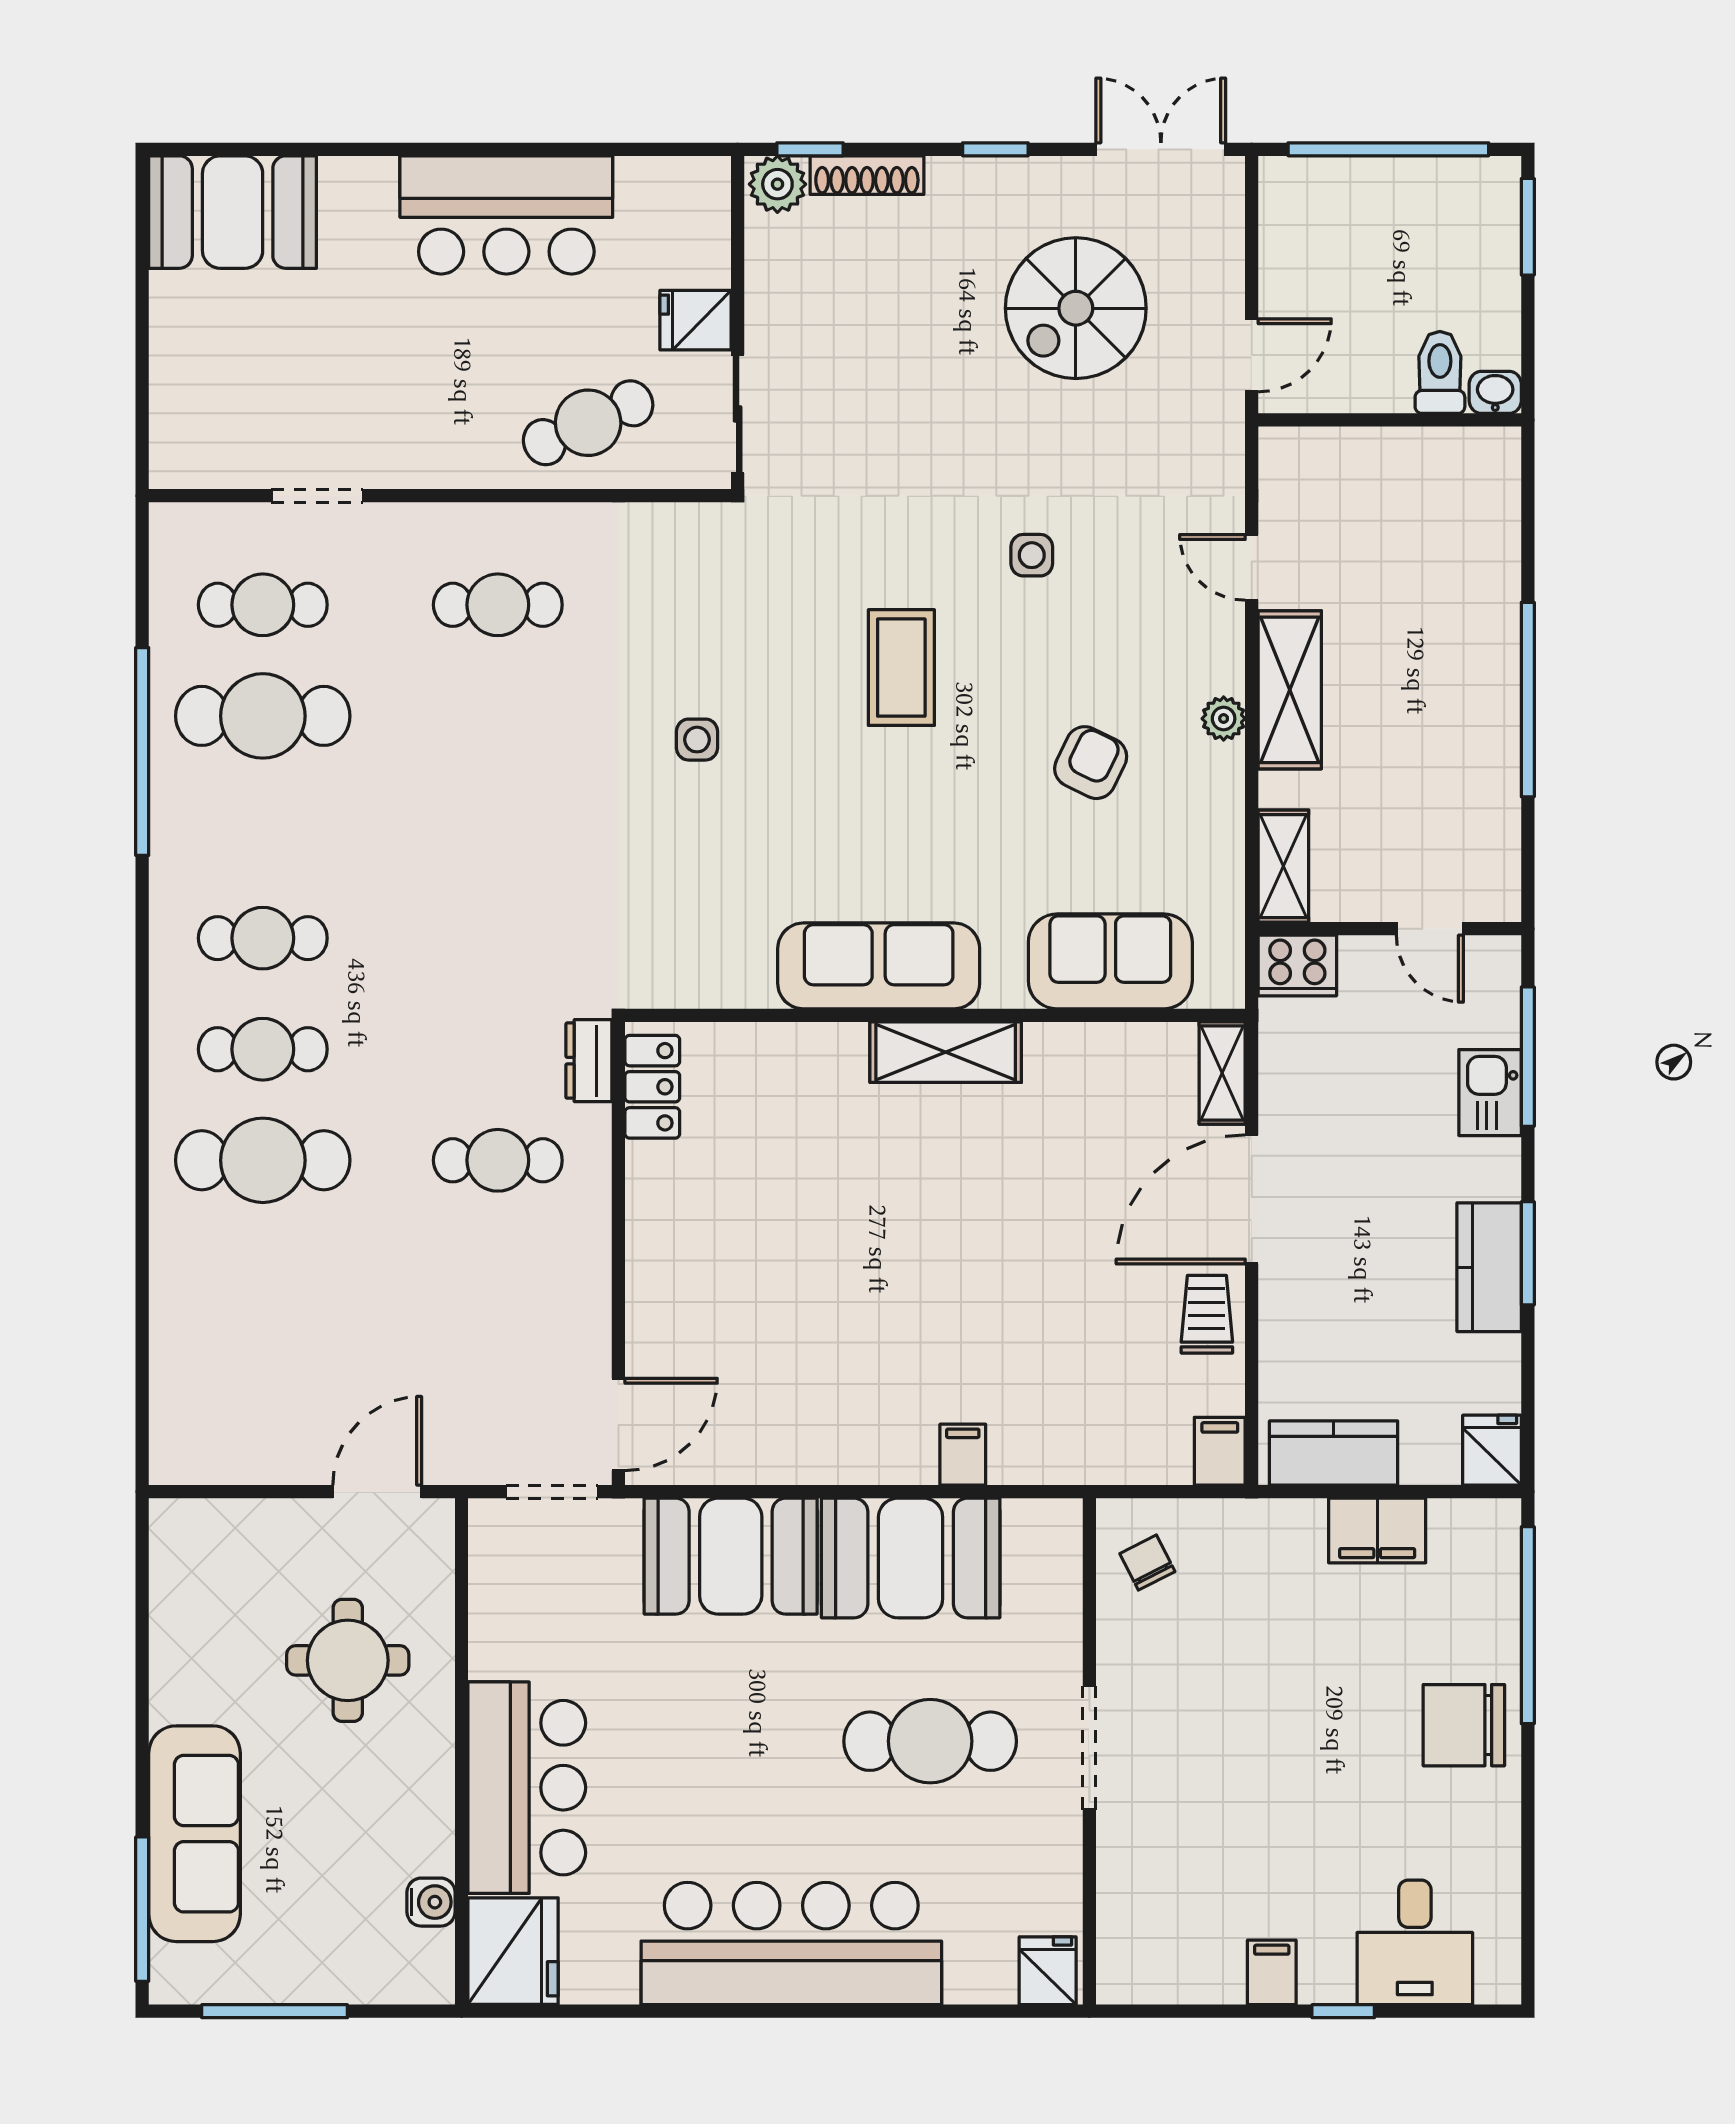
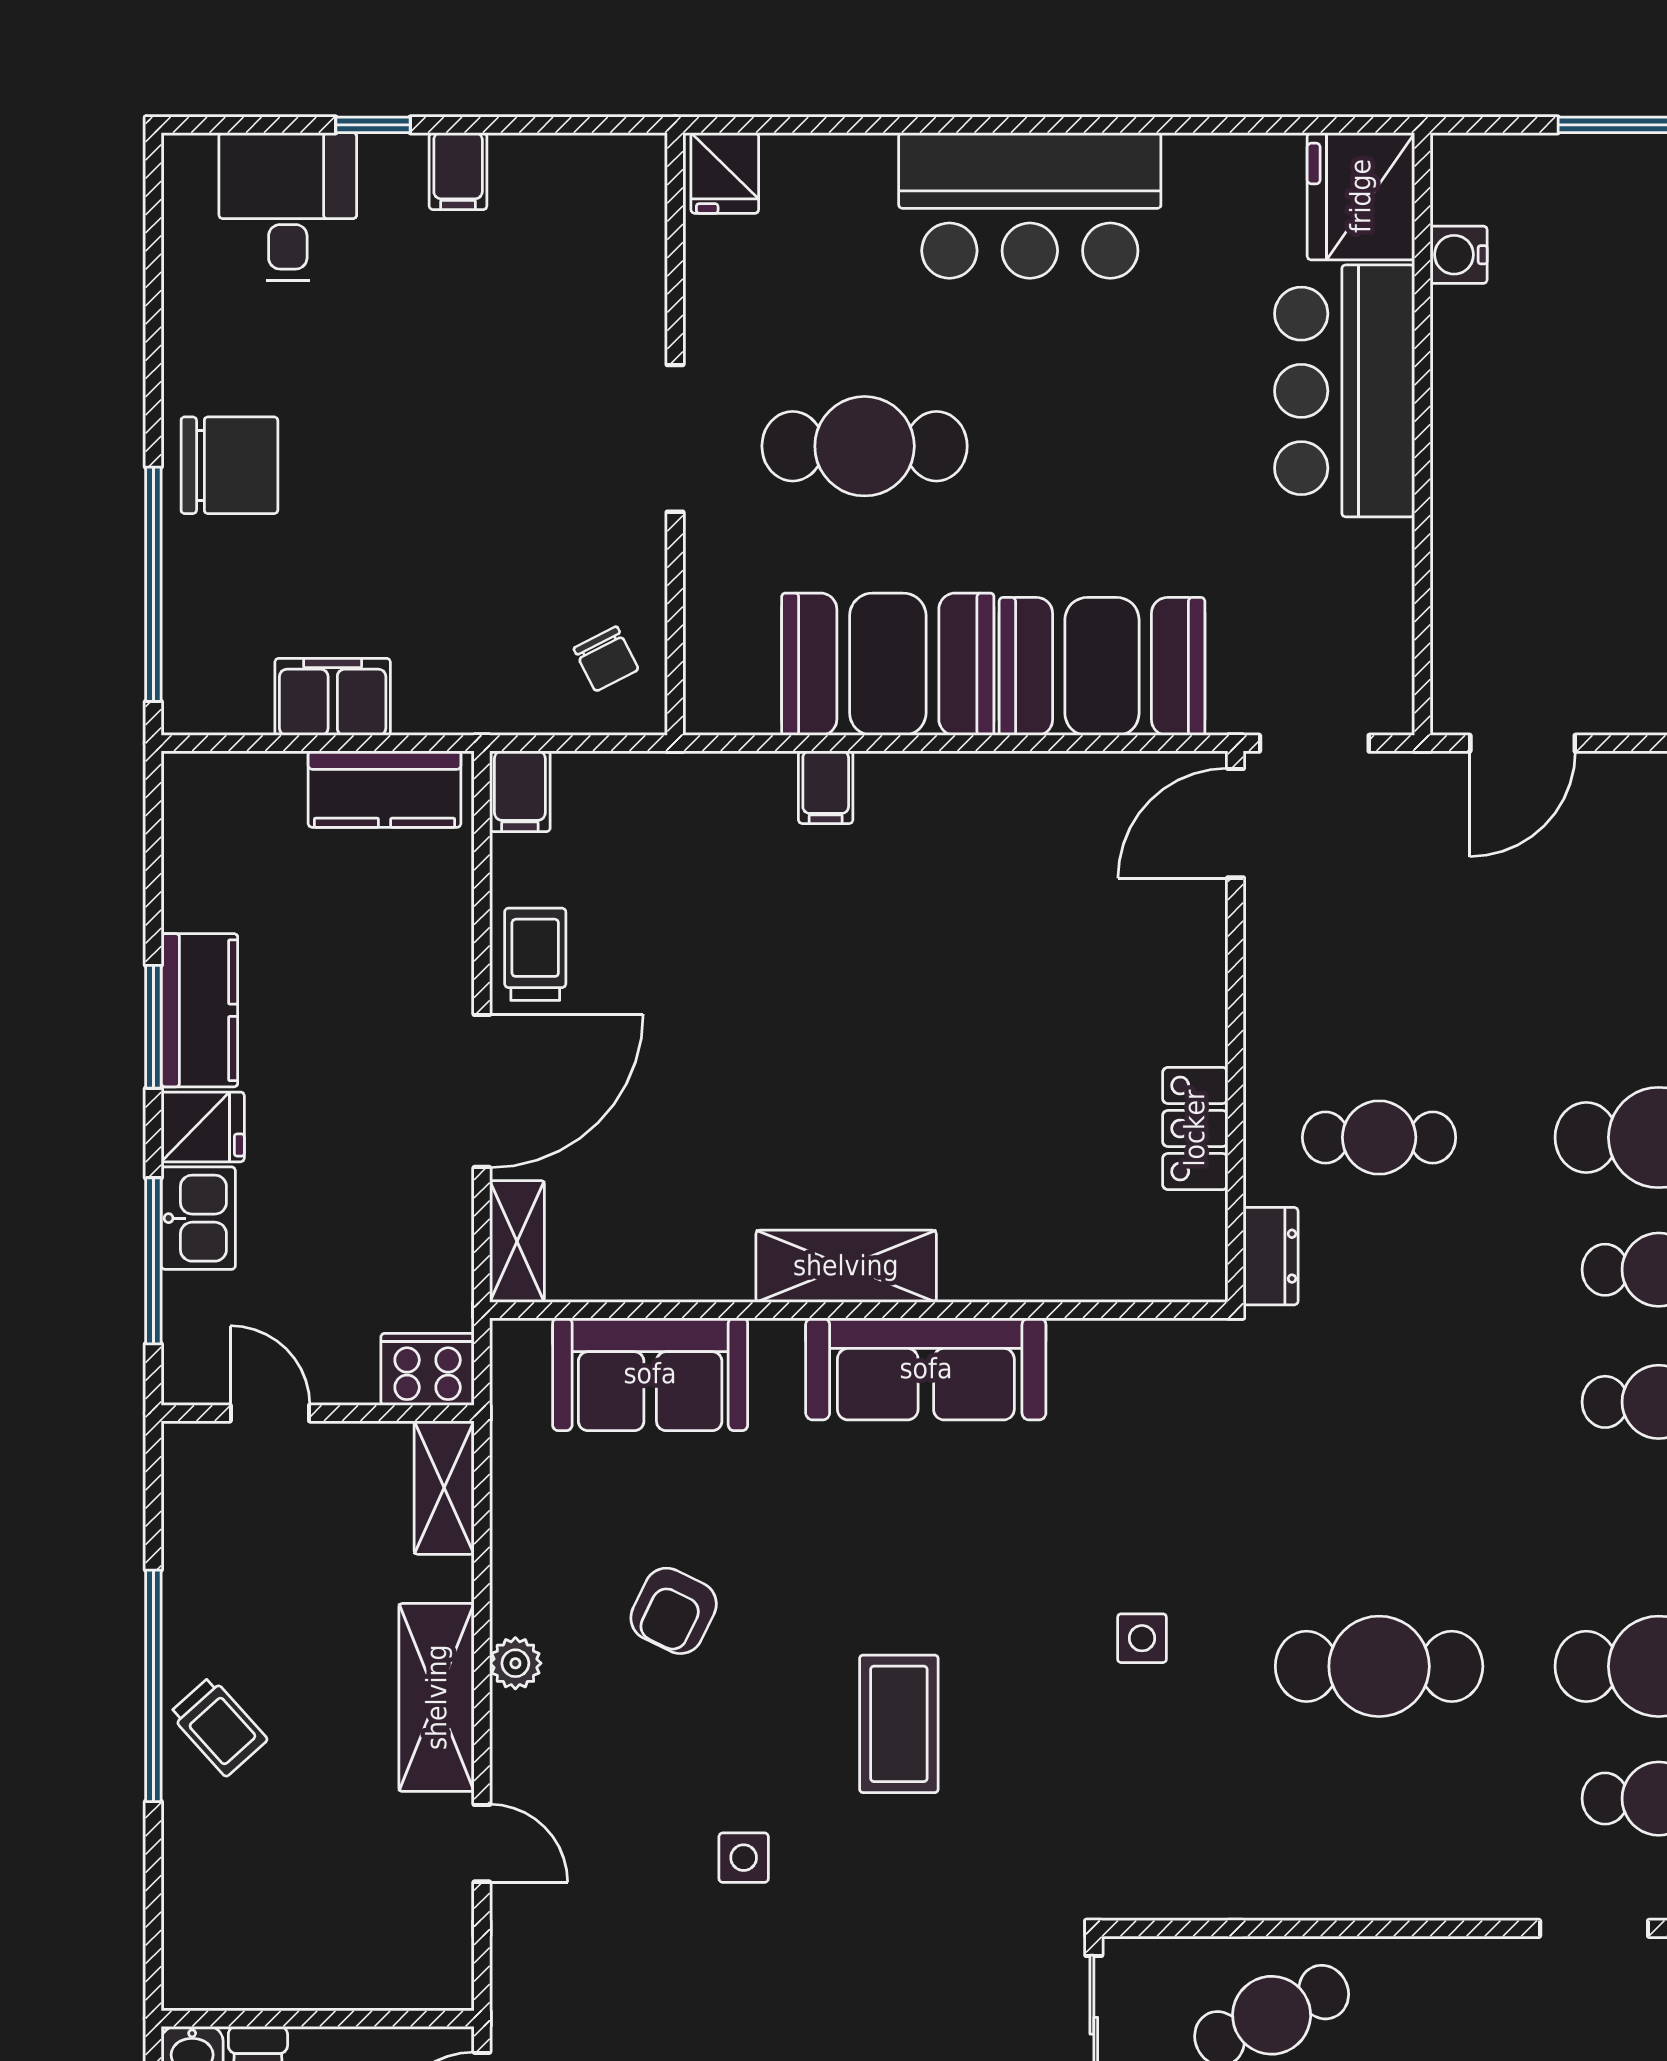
cafe table: (498, 605) -> (1379, 1666), moved, width x1.37, depth x1.35
trolley: (1473, 665) -> (218, 1726), added
locker: (652, 1087) -> (1195, 1128), moved
trolley: (1207, 1314) -> (535, 954), turned 180
fridge: (1492, 1450) -> (203, 1127), moved, turned -90
round table: (348, 1660) -> (1558, 542), removed
bar counter: (791, 1943) -> (1030, 205), width x0.73

